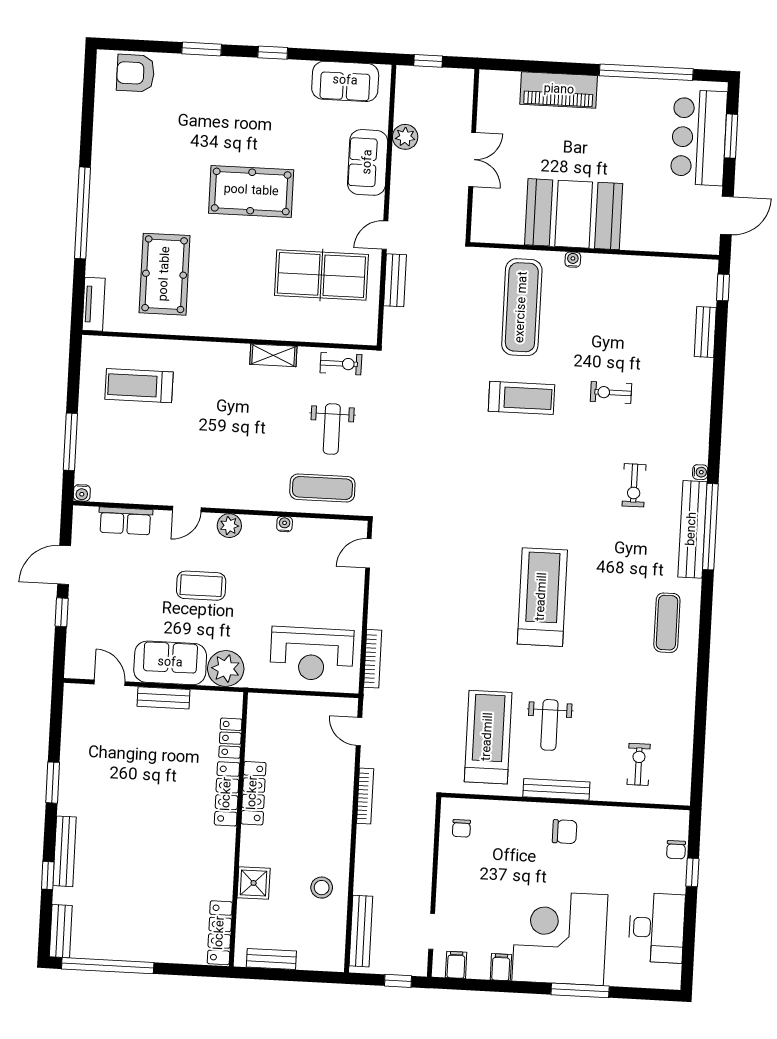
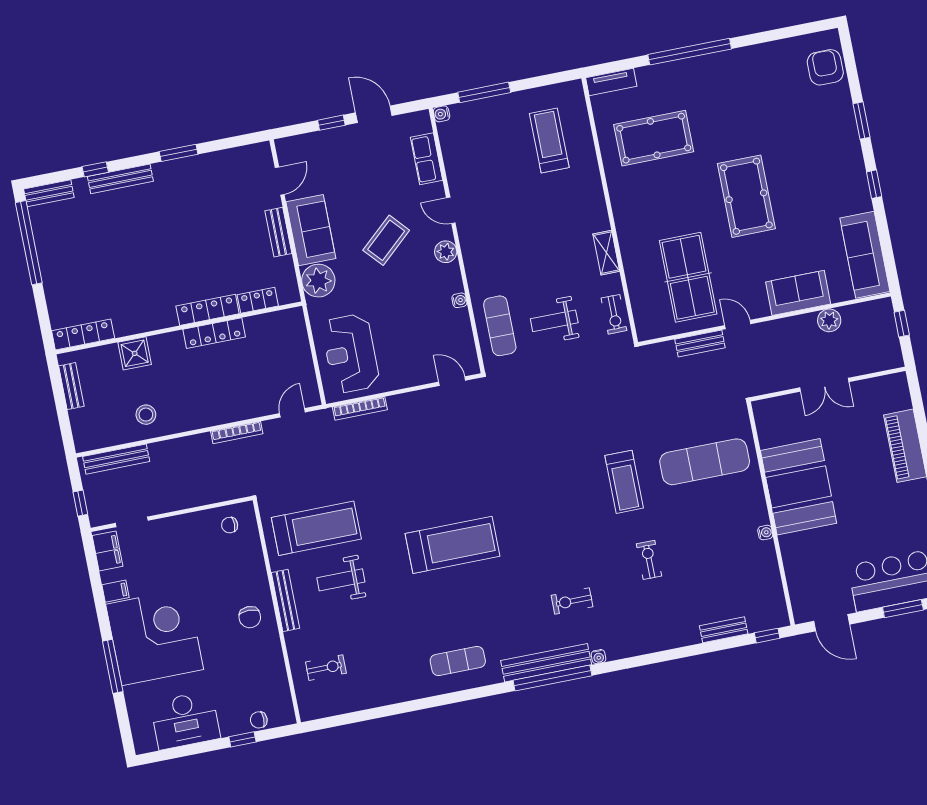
sofa: (345, 81) -> (865, 255), width x1.36
water cooler: (573, 260) -> (765, 533), moved
coffee table: (201, 586) -> (386, 240), turned 48
filing cabinet: (456, 965) -> (108, 551), width x2.00

